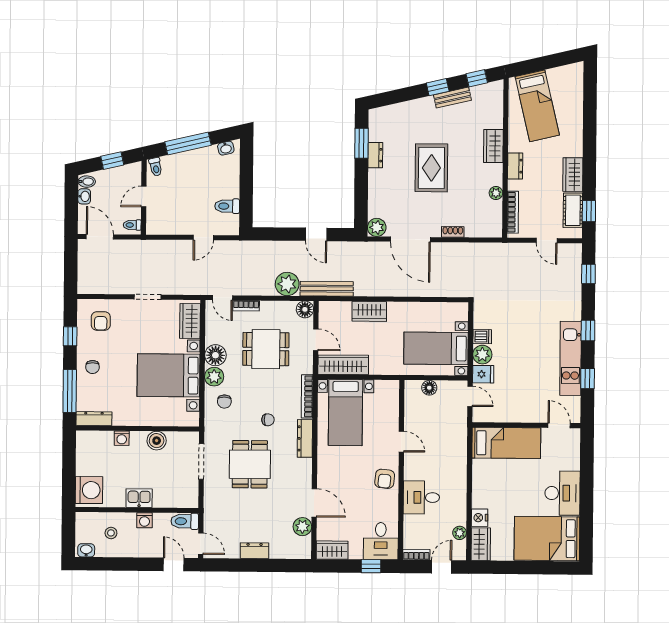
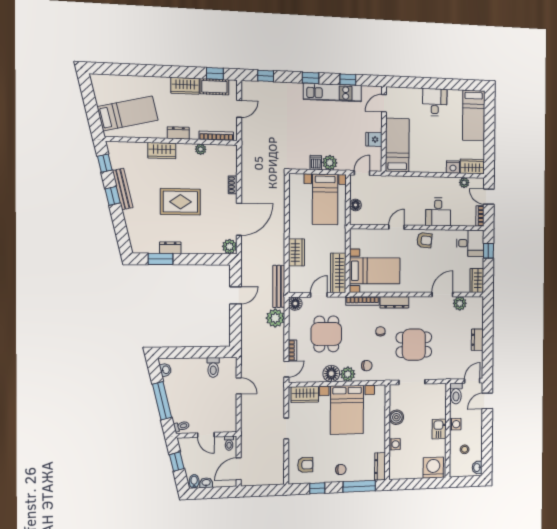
bench: (452, 98) -> (123, 189), width x1.36
fridge: (483, 374) -> (374, 139), moved, turned -90
desk: (562, 493) -> (435, 102), width x0.73
bed: (547, 539) -> (474, 116), width x0.67

